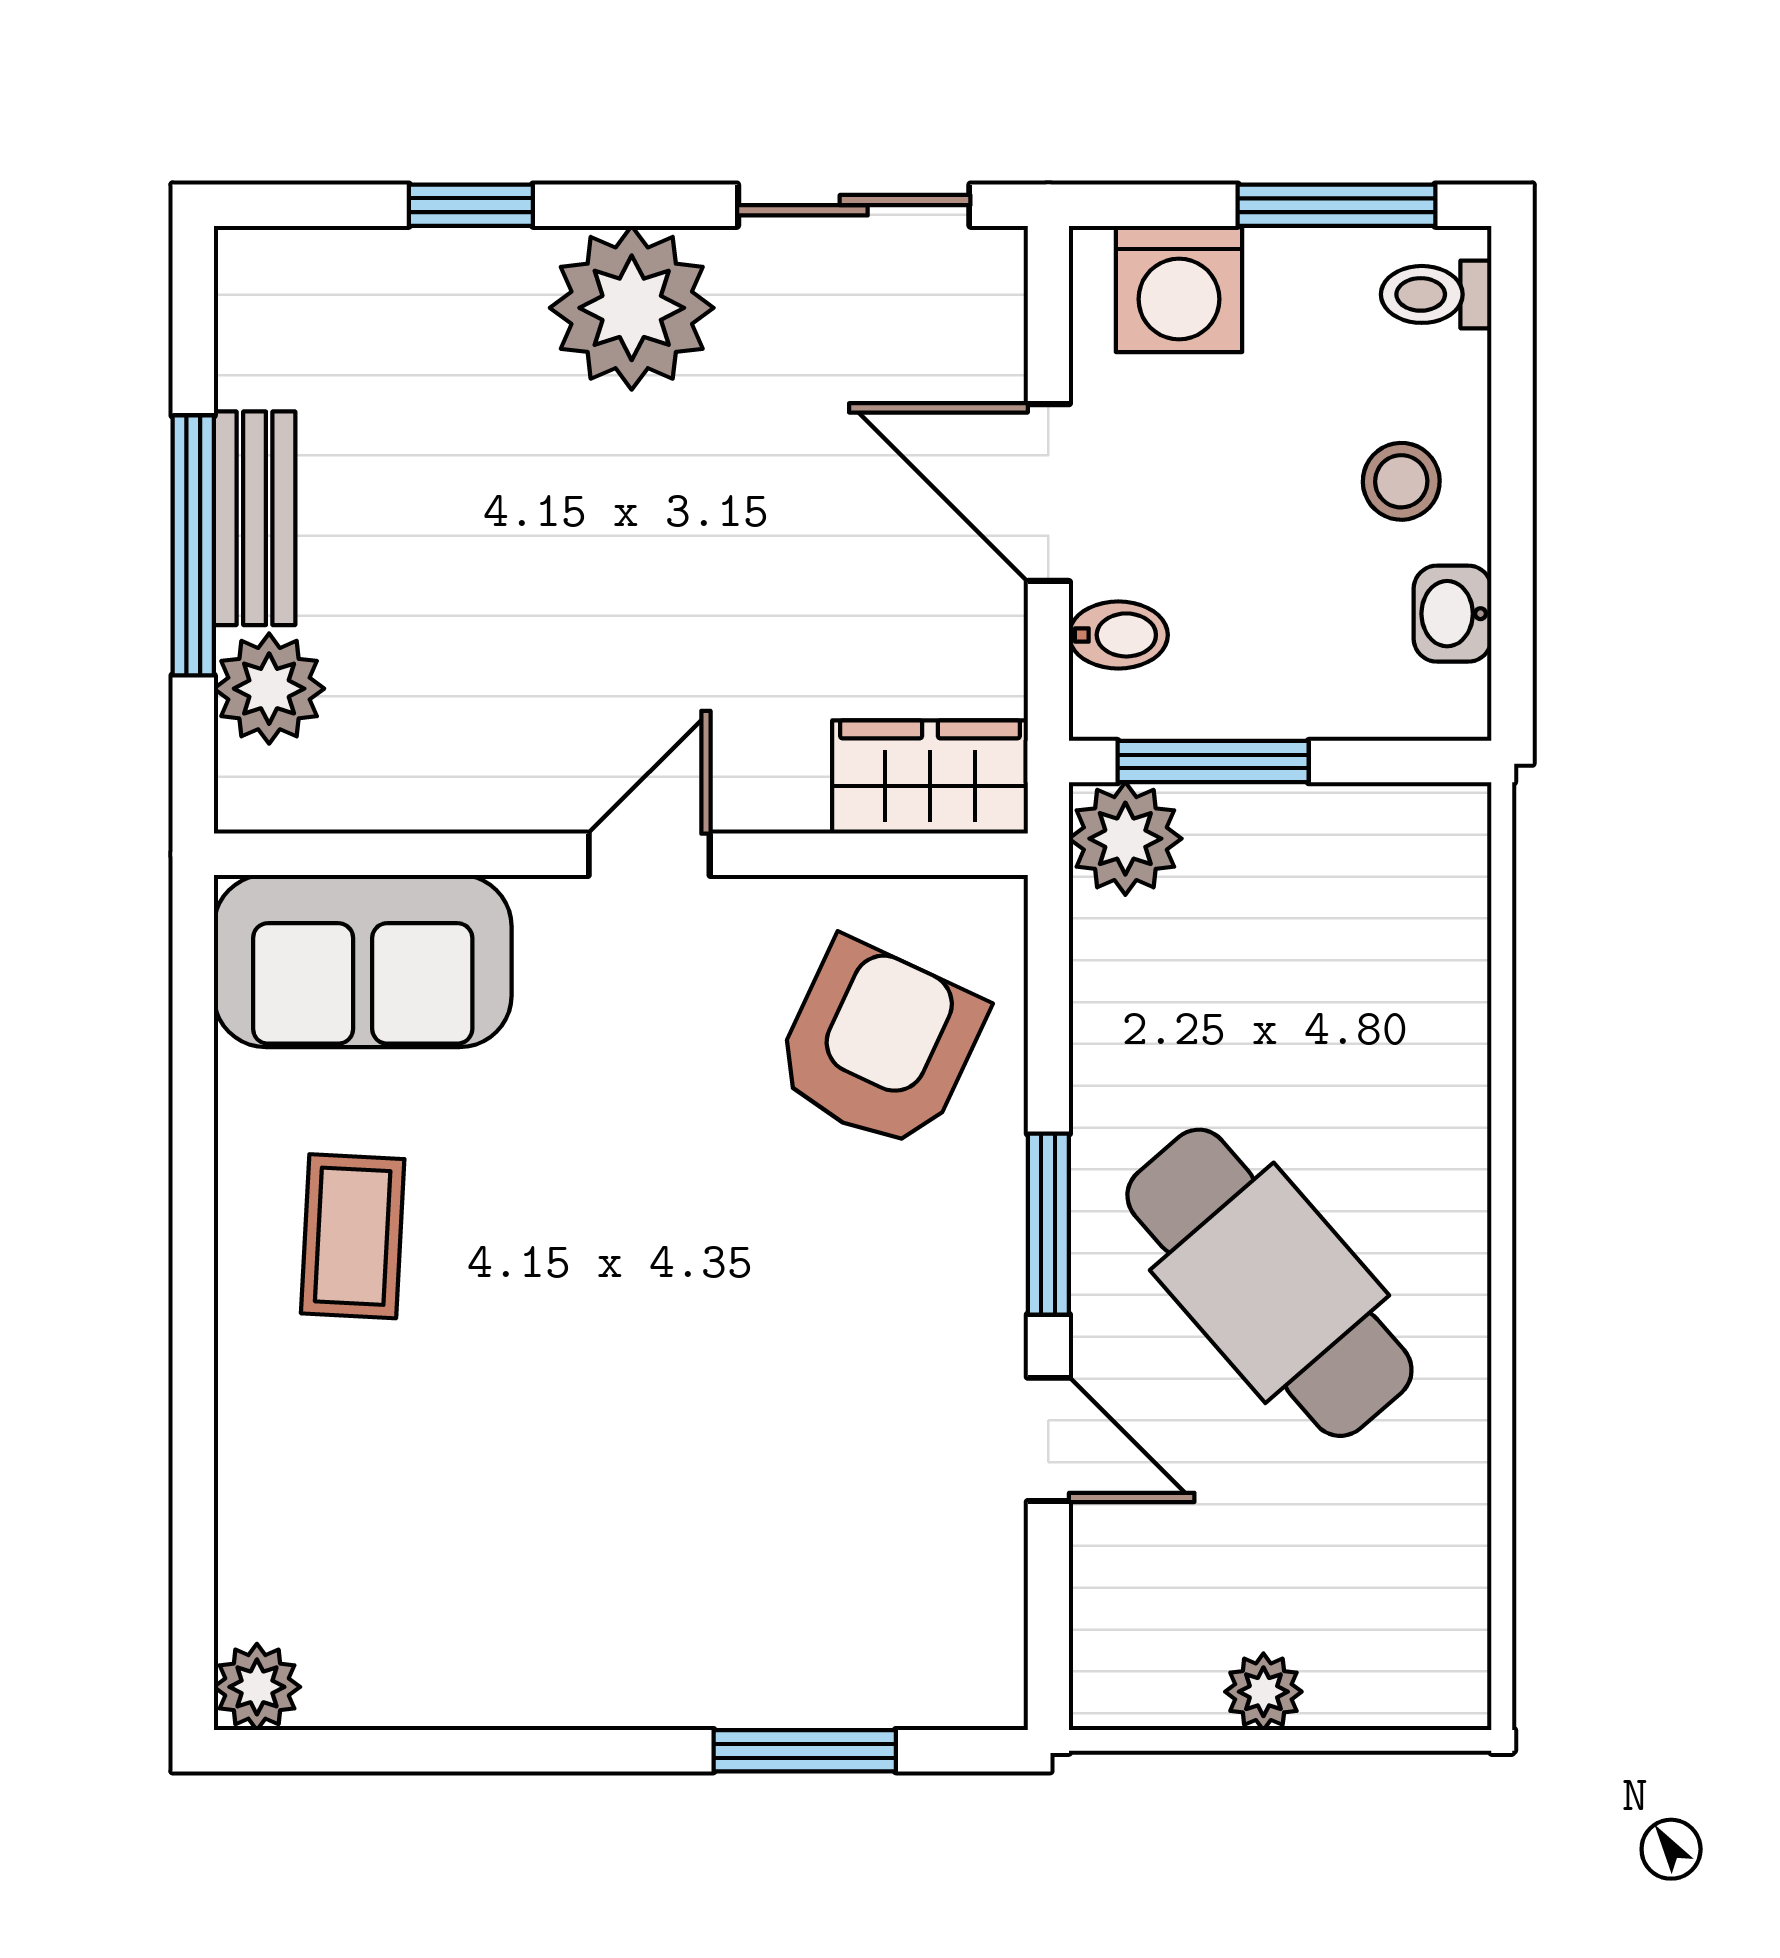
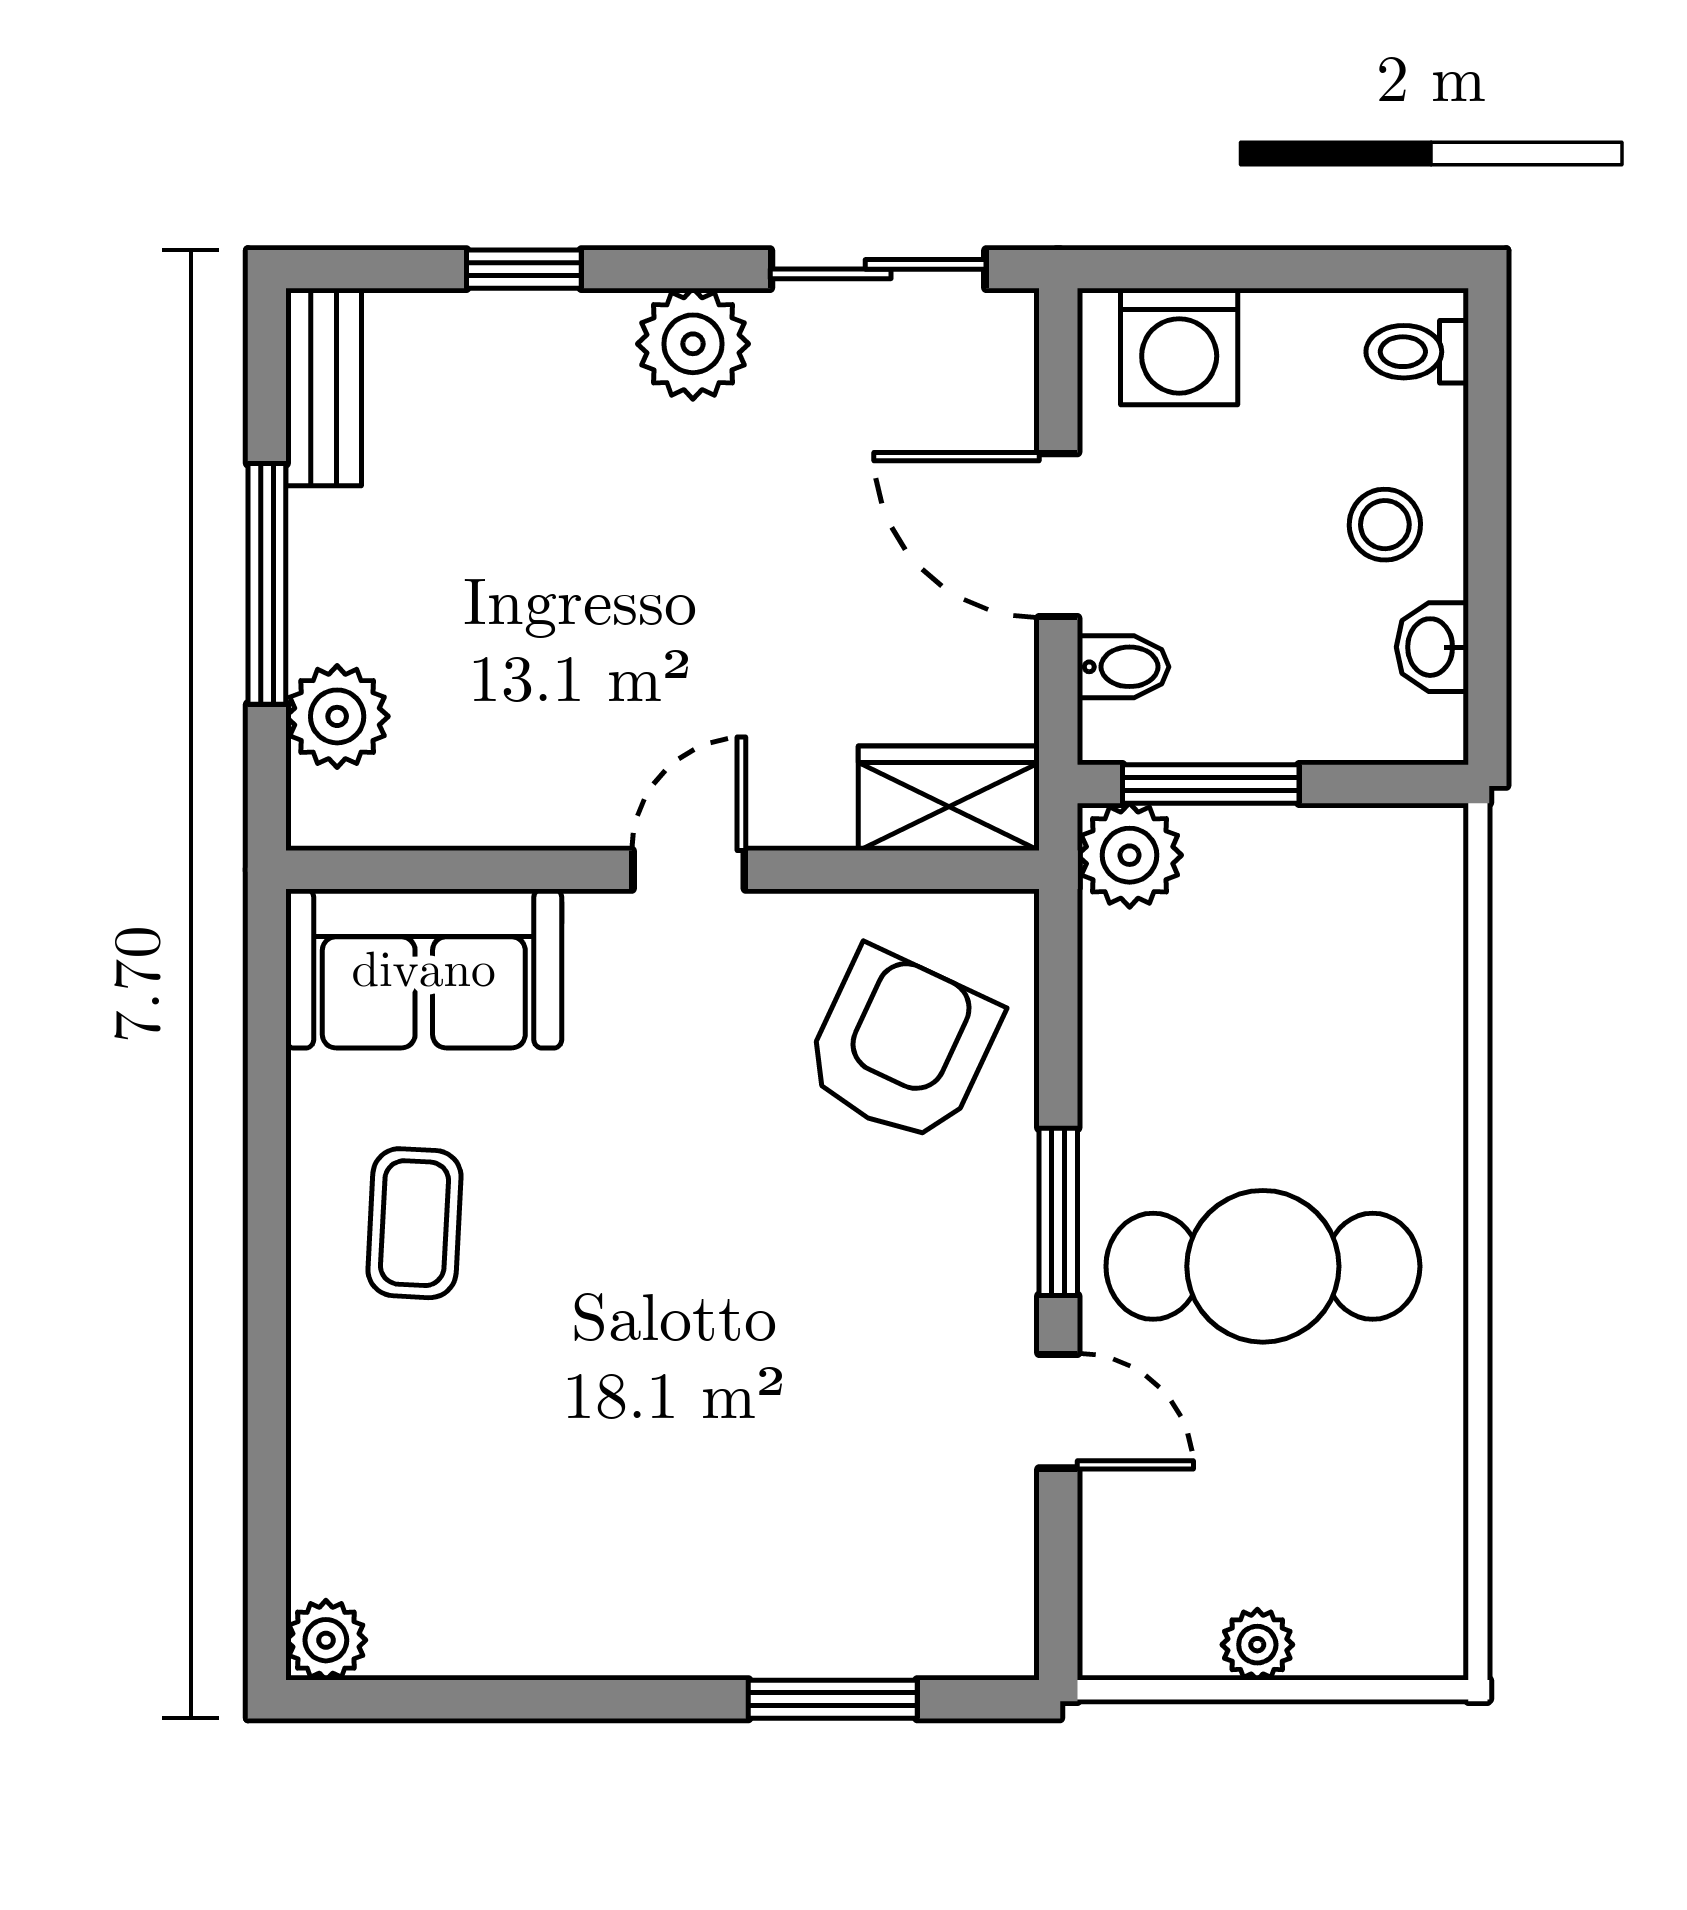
window: (1337, 205) -> (1325, 269), removed
plant: (632, 308) -> (693, 344), width x0.73, depth x0.73
bench: (255, 518) -> (324, 387), moved
cafe table: (1269, 1283) -> (1263, 1266), turned -49

